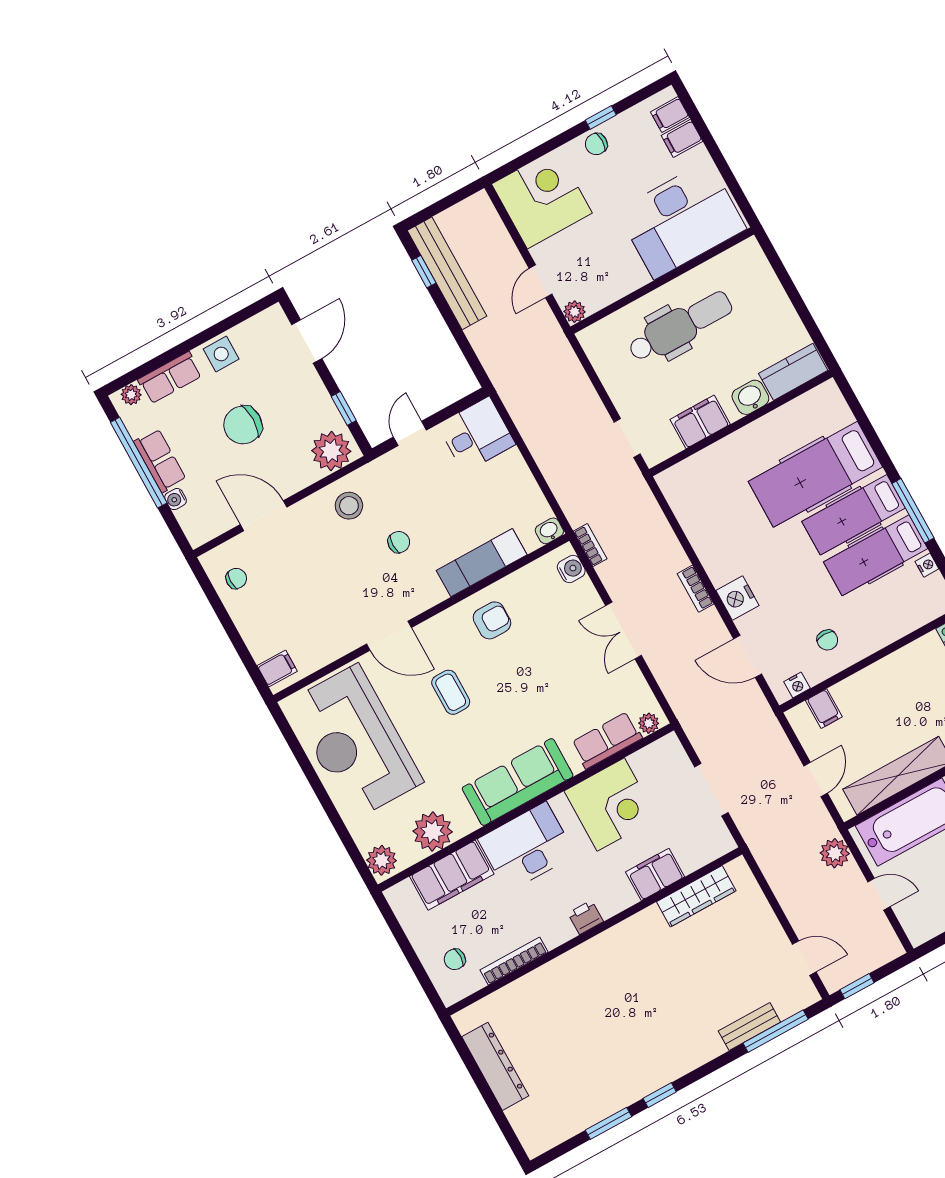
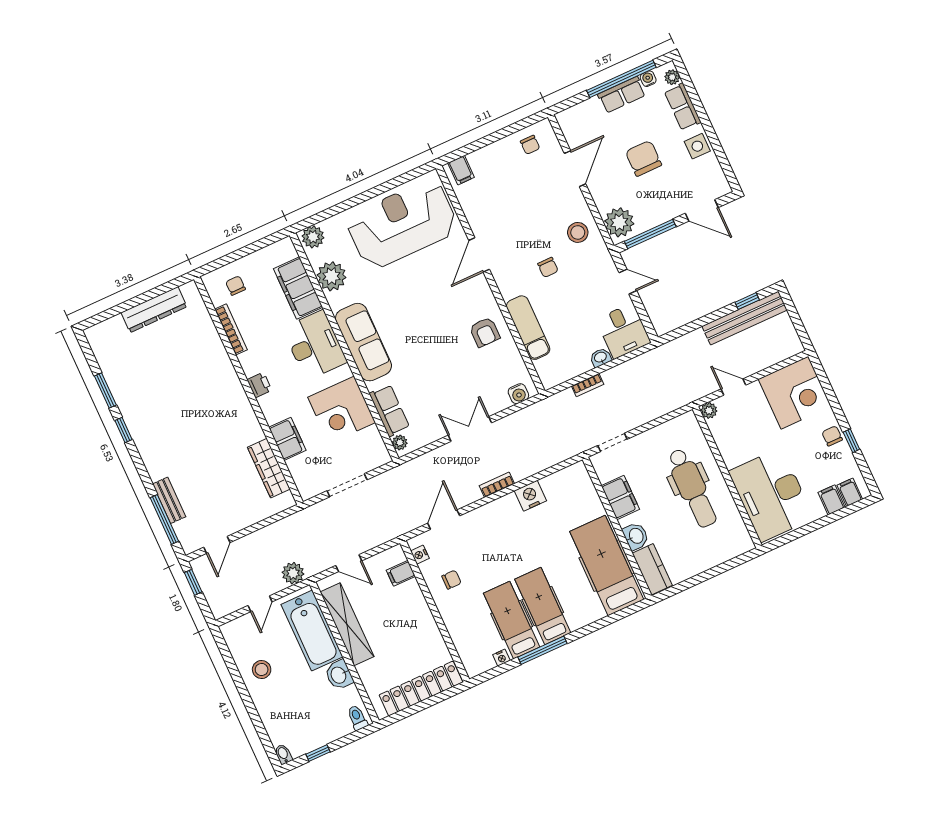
window: (344, 408) -> (650, 234), width x2.17
hospital bed: (815, 474) -> (607, 565), moved
water cooler: (176, 499) -> (648, 79), moved
washbasin: (549, 531) -> (601, 357), moved, turned -90
bookcase: (590, 545) -> (588, 385), moved
nightstand: (737, 598) -> (530, 496), moved
chair: (827, 640) -> (451, 580), turned 180
coffee table: (451, 692) -> (434, 297), removed

